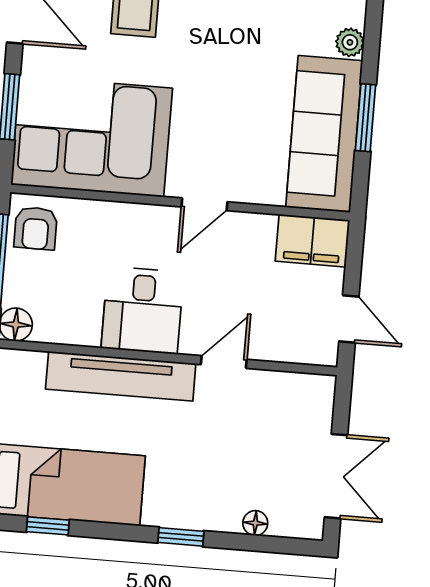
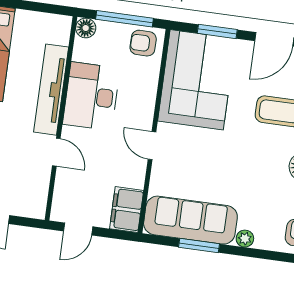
desk: (142, 310) -> (91, 96), width x1.37

